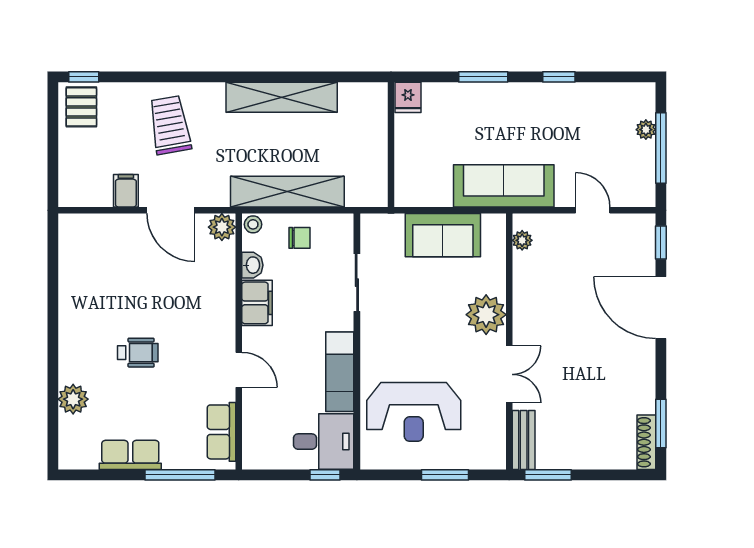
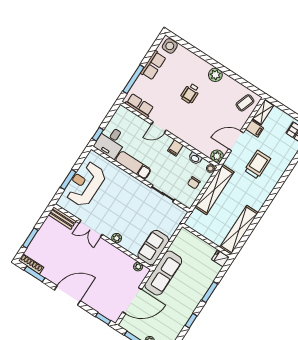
shelving: (282, 97) -> (239, 230), moved
trolley: (170, 125) -> (258, 164), moved, turned -80
shelving: (85, 195) -> (263, 112), added
door: (593, 210) -> (132, 301), width x1.87
sofa: (443, 235) -> (153, 248), moved
coffee table: (89, 239) -> (245, 103), added
filing cabinet: (257, 303) -> (175, 148), width x0.50
door: (661, 308) -> (67, 295), moved
plant: (486, 315) -> (117, 238), width x0.53, depth x0.53
plant: (73, 399) -> (215, 75), moved
reception desk: (414, 412) -> (85, 184), moved
side table: (74, 448) -> (170, 46), added
window: (548, 475) -> (30, 238), moved

